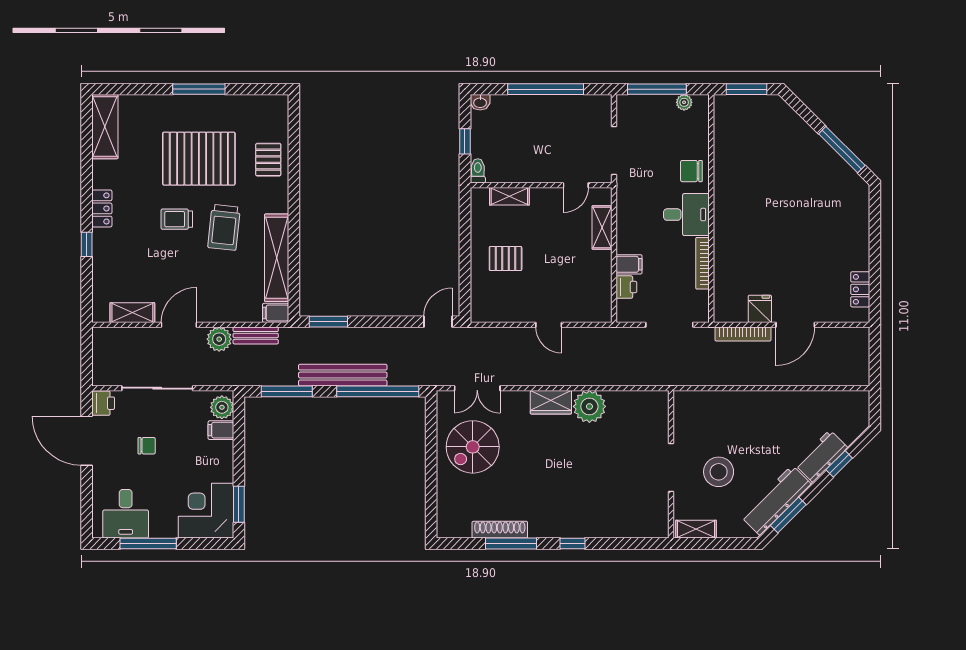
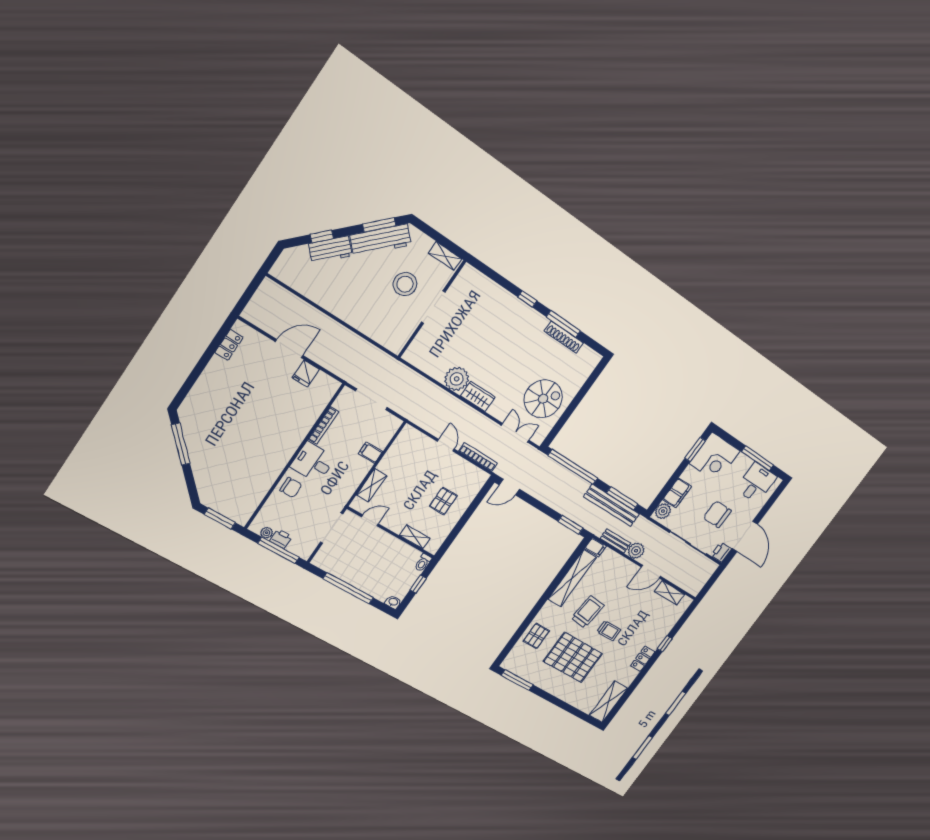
window: (199, 89) -> (517, 680), moved
pallet: (506, 258) -> (443, 501), turned 90
printer: (626, 287) -> (281, 539), moved, turned 90
bookcase: (743, 334) -> (478, 457), moved
bench: (343, 375) -> (612, 505), moved
filing cabinet: (221, 430) -> (677, 493), width x2.00
chair: (147, 446) -> (717, 514), width x1.87, depth x1.87

